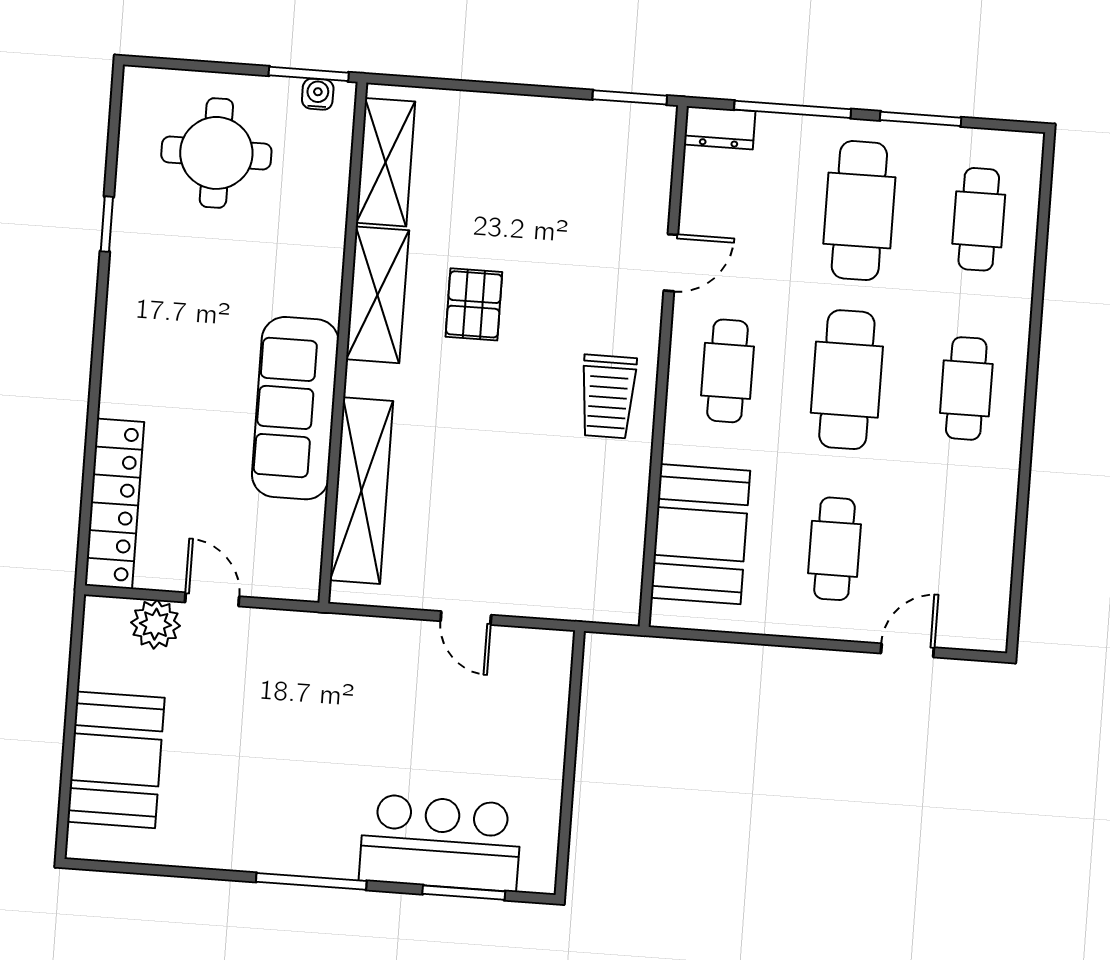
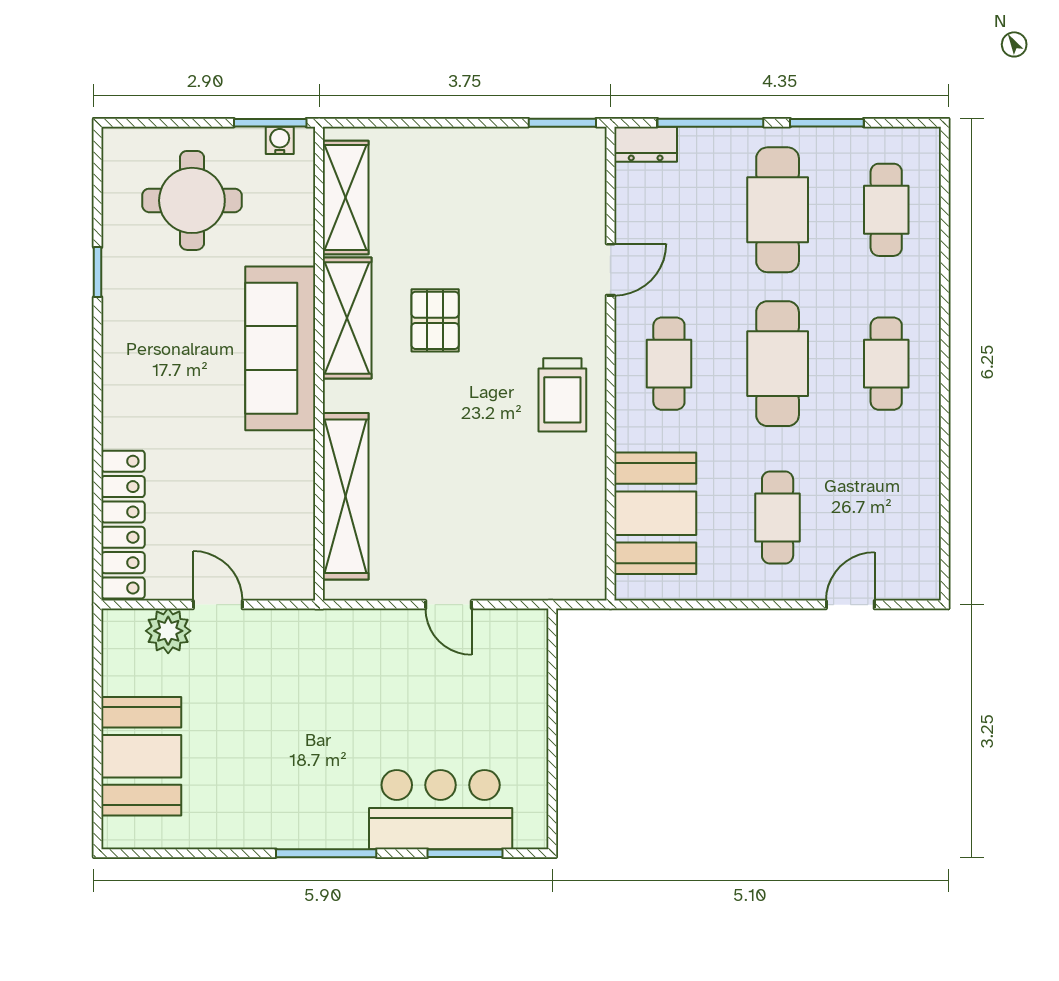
sofa: (295, 408) -> (280, 348), moved

